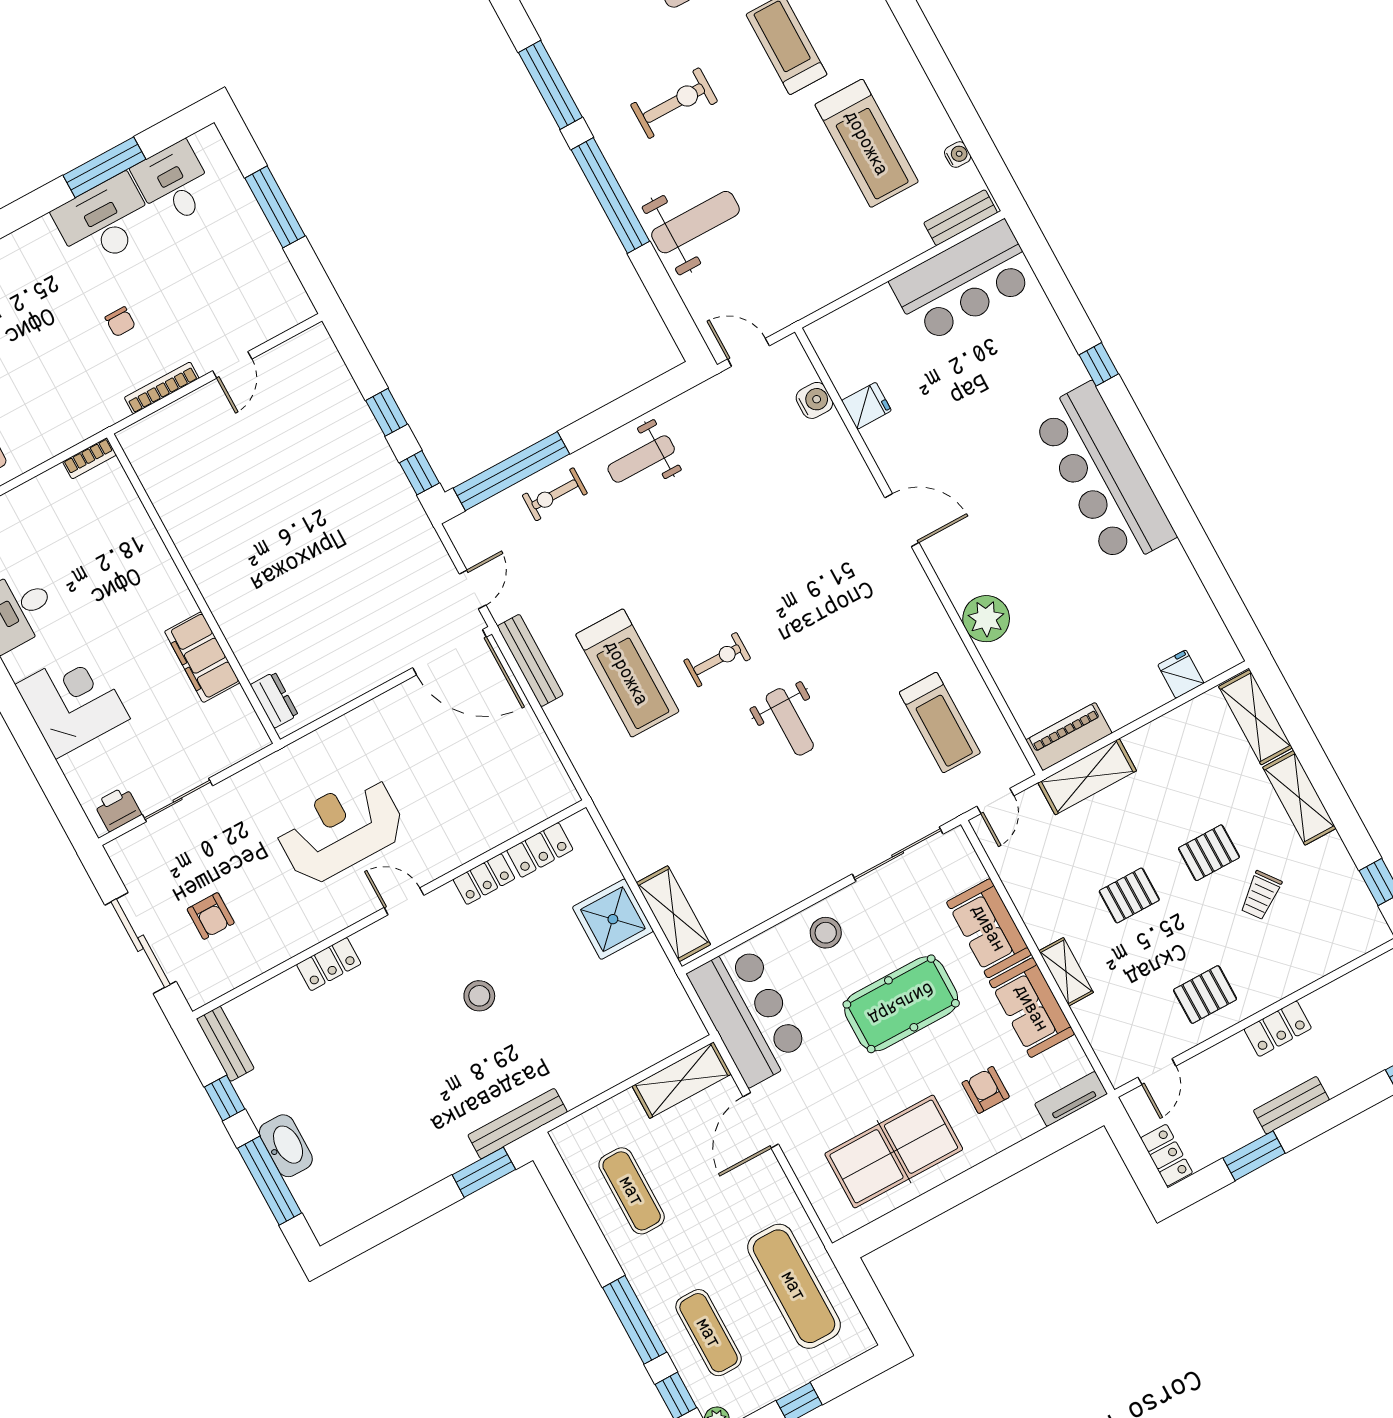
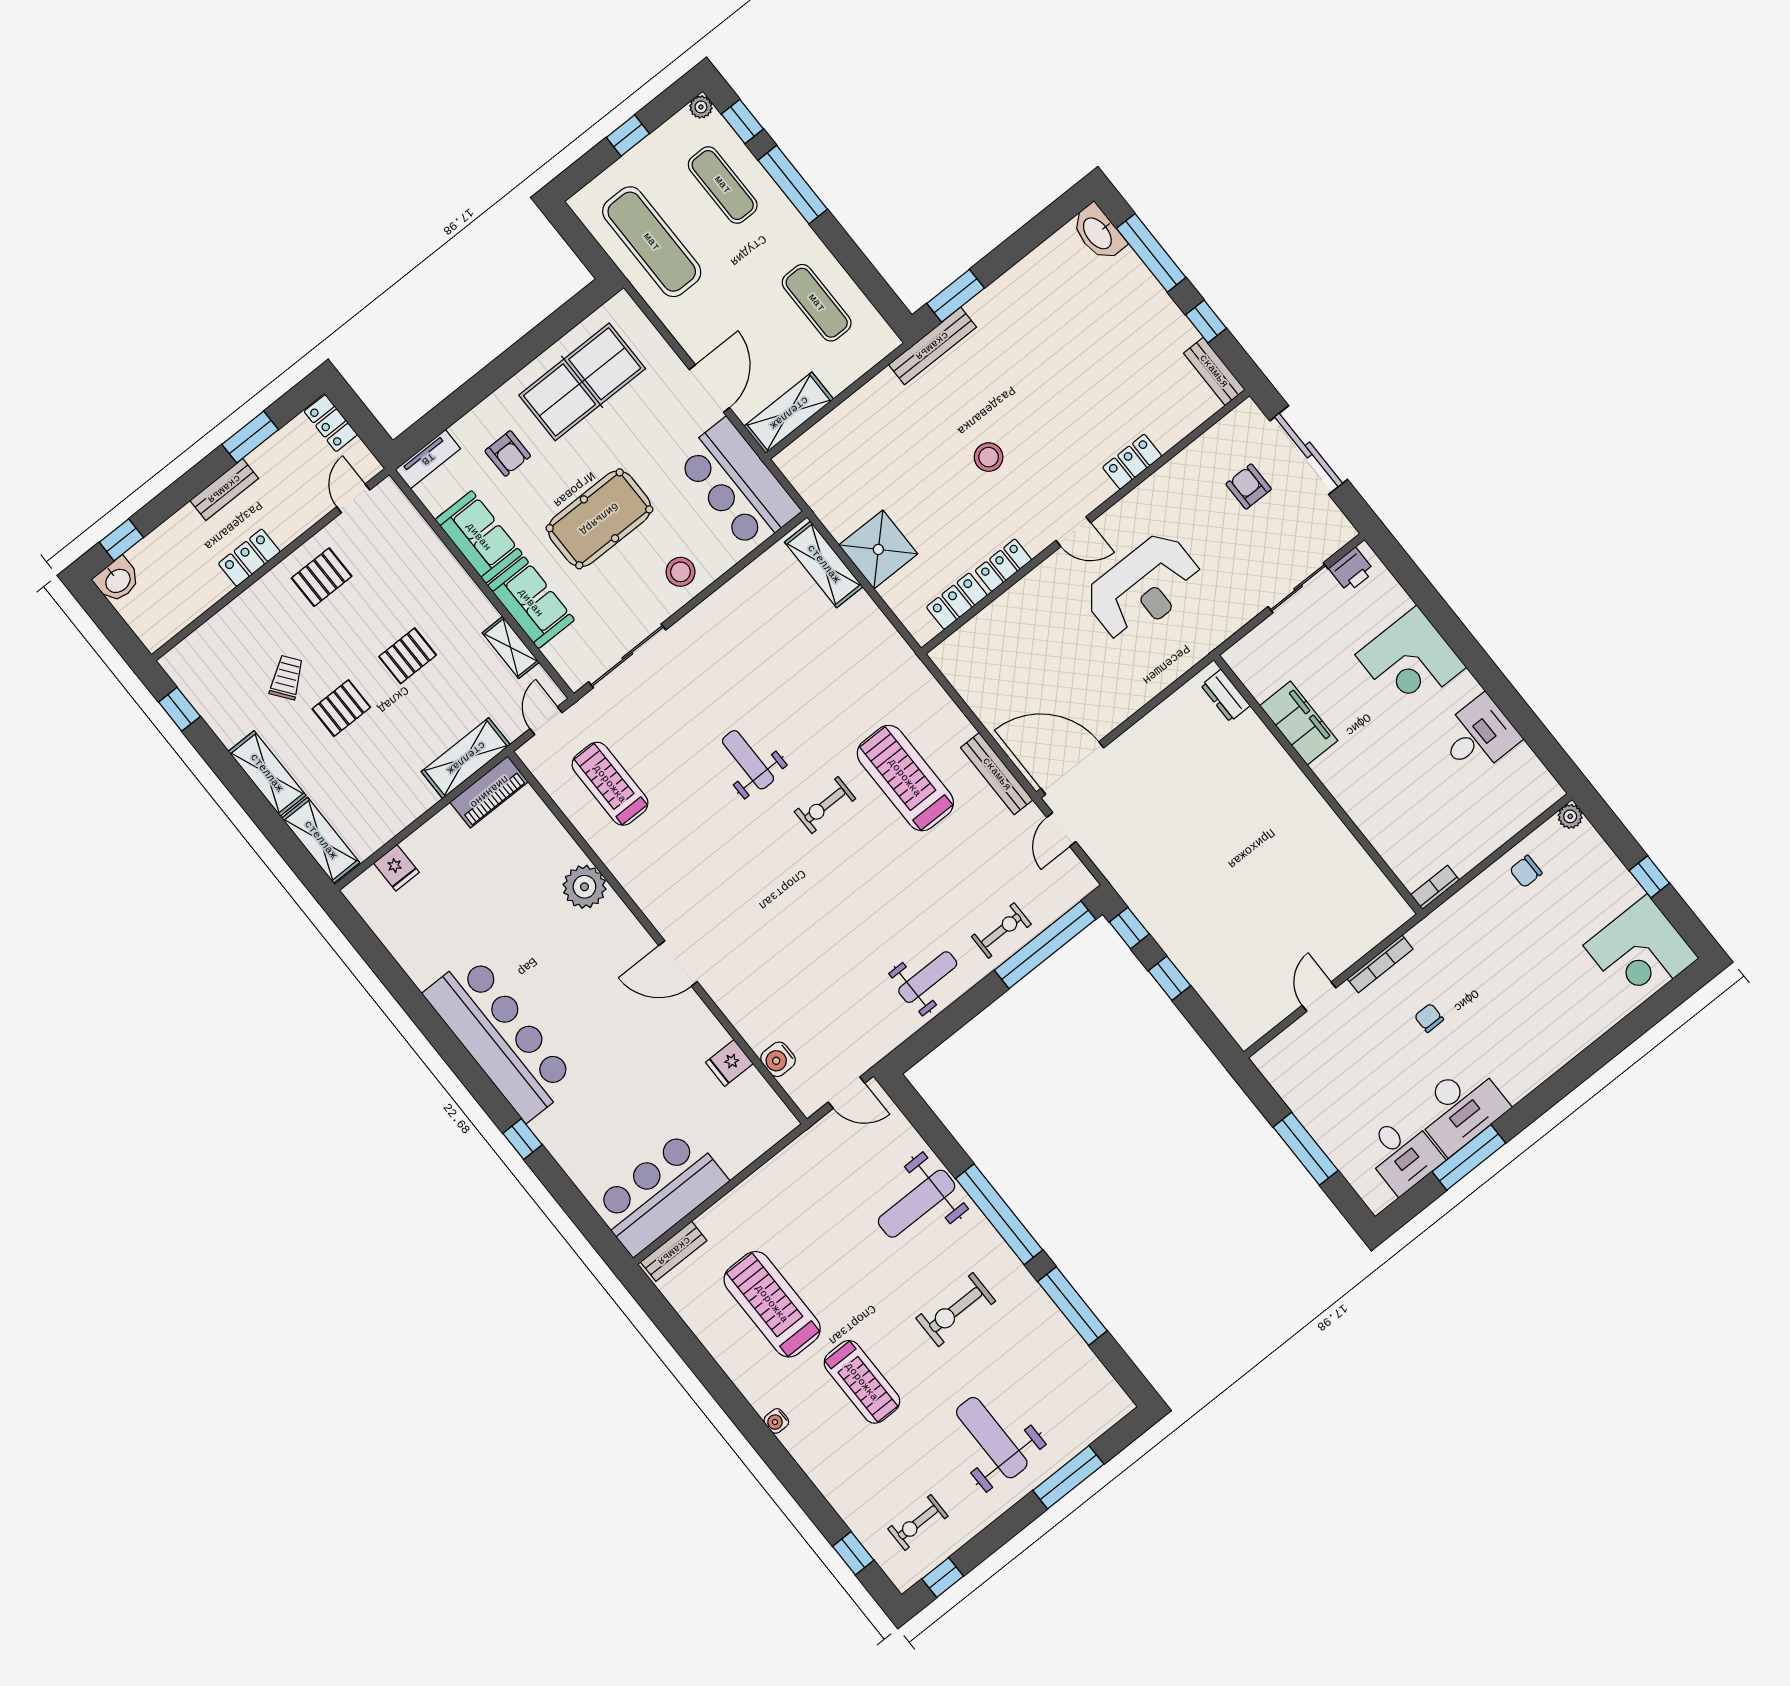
water cooler: (958, 155) -> (776, 1421), moved
shelving: (1066, 972) -> (511, 647), moved
washbasin: (286, 1146) -> (1098, 233), moved

